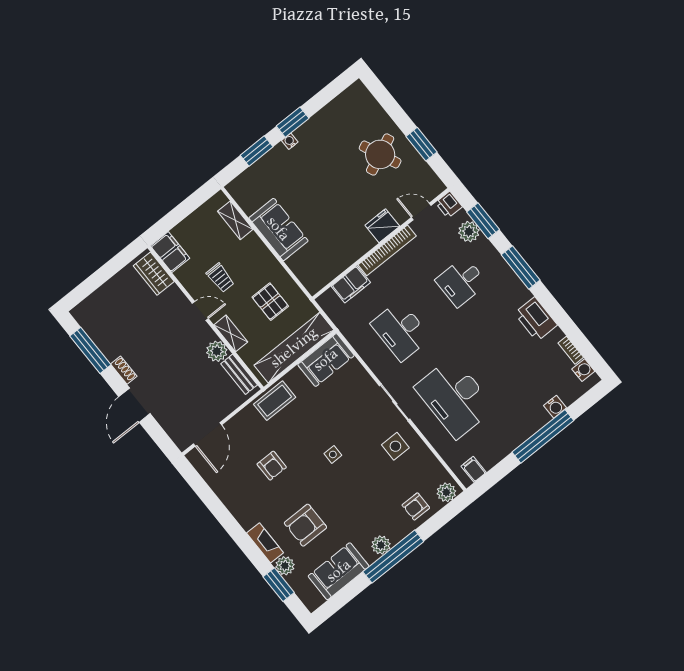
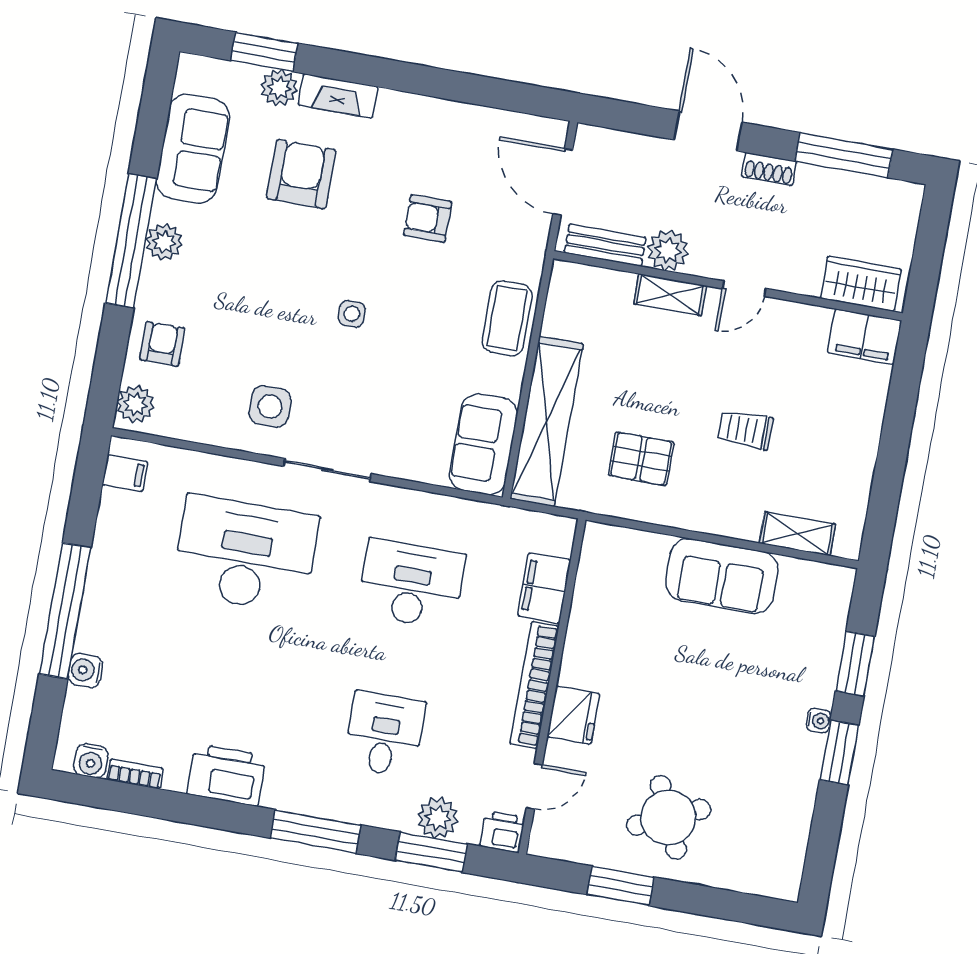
filing cabinet: (170, 252) -> (865, 337), moved
wardrobe: (154, 274) -> (861, 284), moved
door: (200, 311) -> (744, 289), moved
wall: (206, 317) -> (728, 286), moved
shelving: (231, 333) -> (670, 295), moved
plant: (217, 351) -> (668, 250), moved
bench: (239, 374) -> (605, 245), moved

